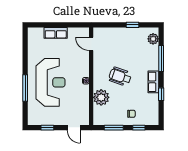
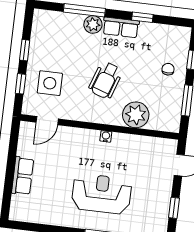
window: (112, 25) -> (21, 84), added
plant: (153, 39) -> (93, 24), moved
side table: (114, 43) -> (50, 83), added
reception desk: (51, 82) -> (102, 194), width x0.74, depth x0.77

